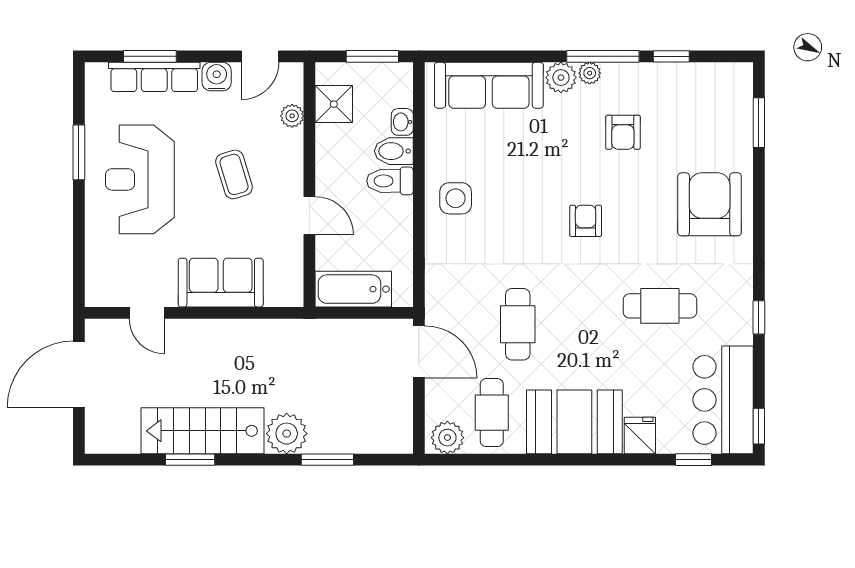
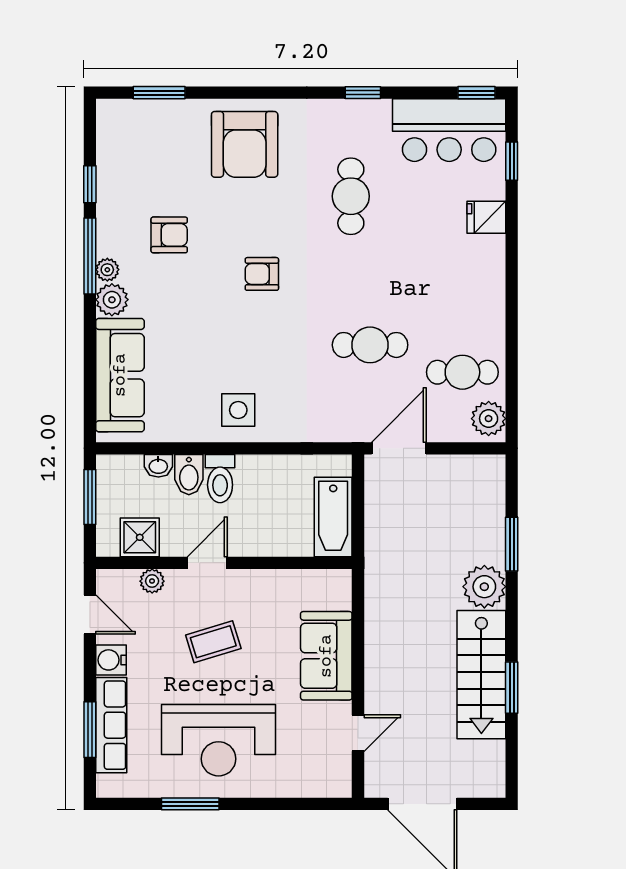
armchair: (710, 204) -> (245, 144), turned -90
door: (309, 216) -> (207, 563), moved
booth: (574, 422) -> (472, 286), removed

